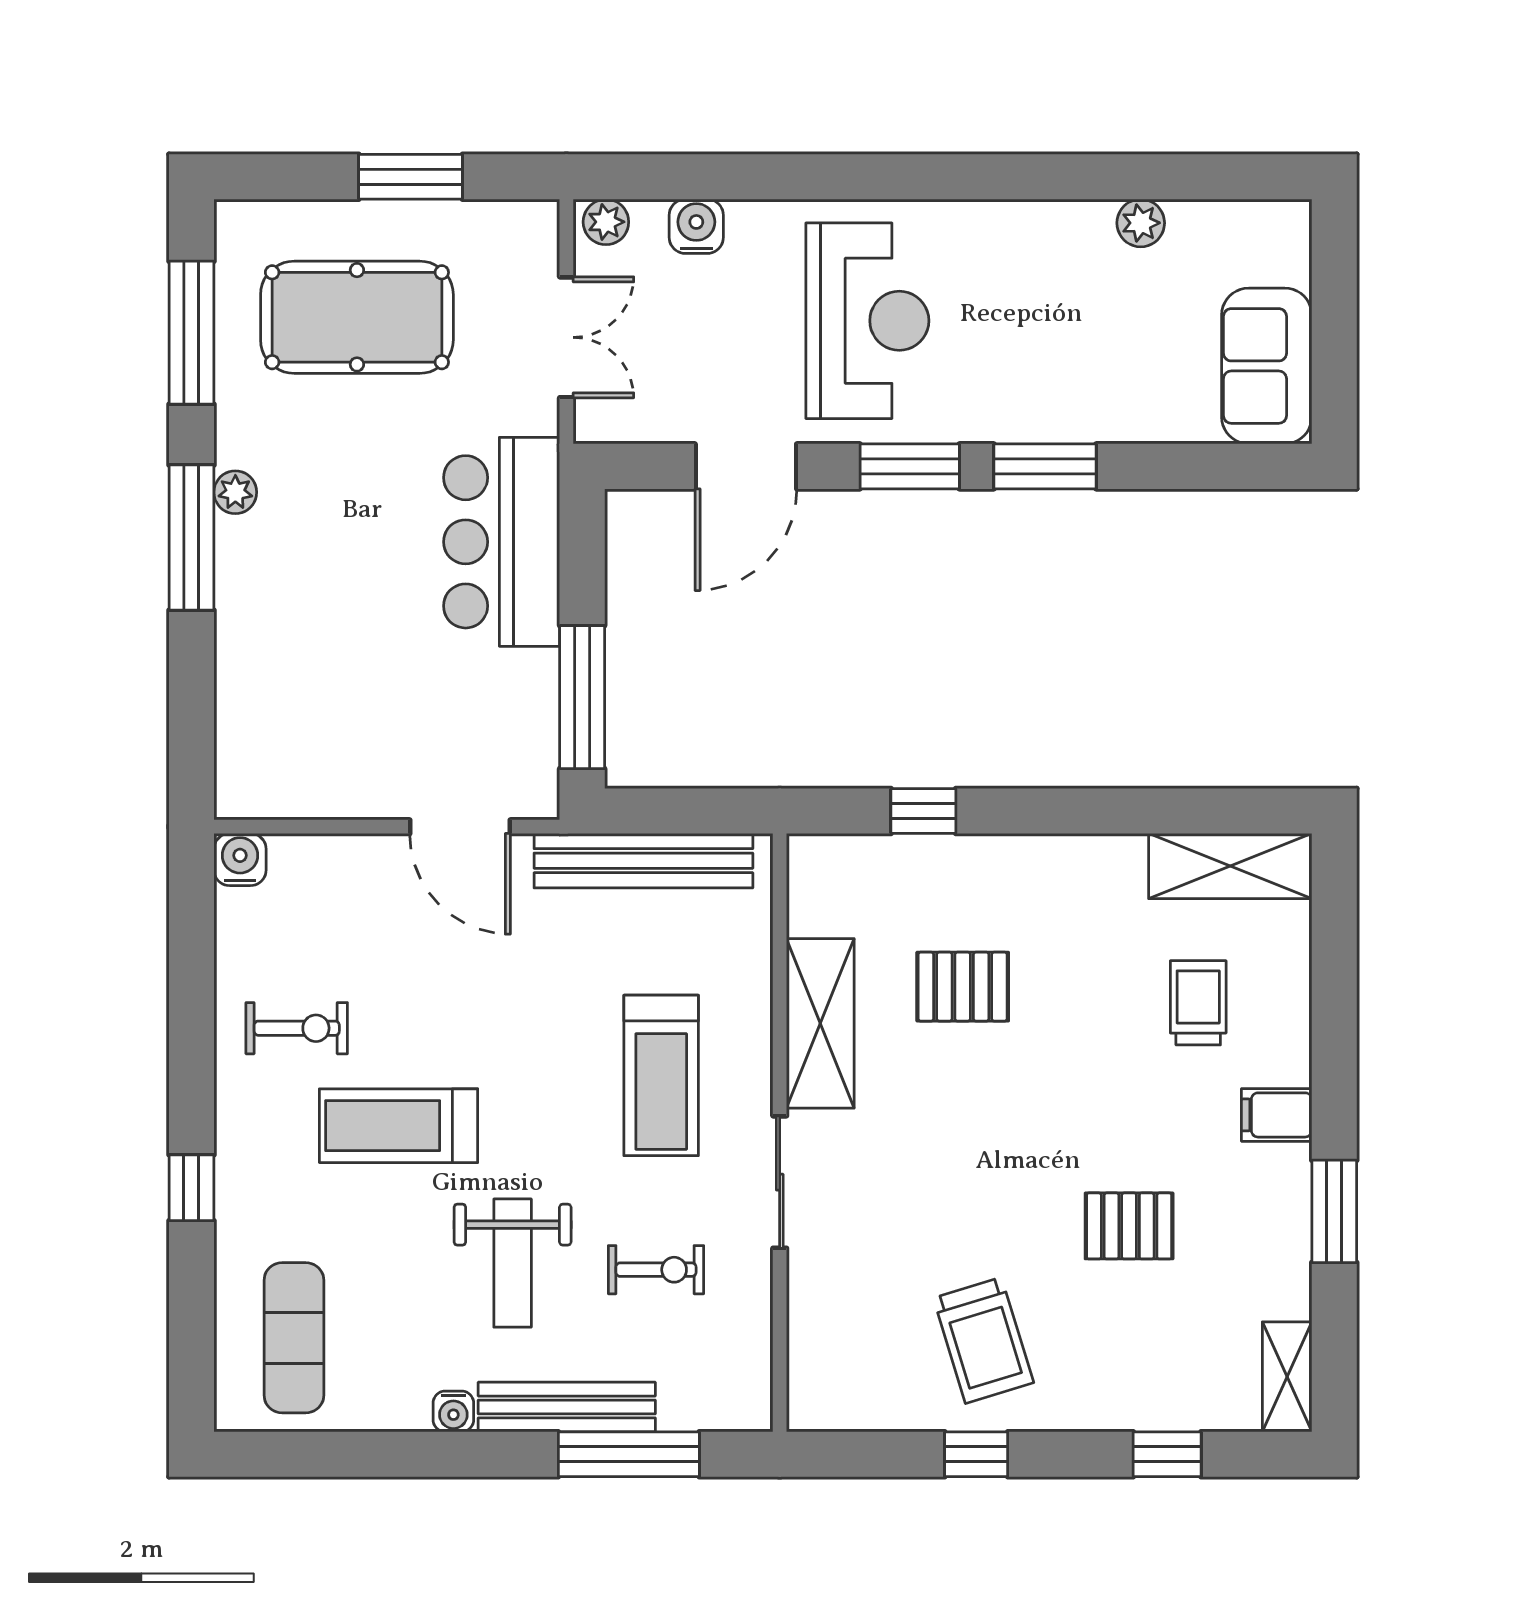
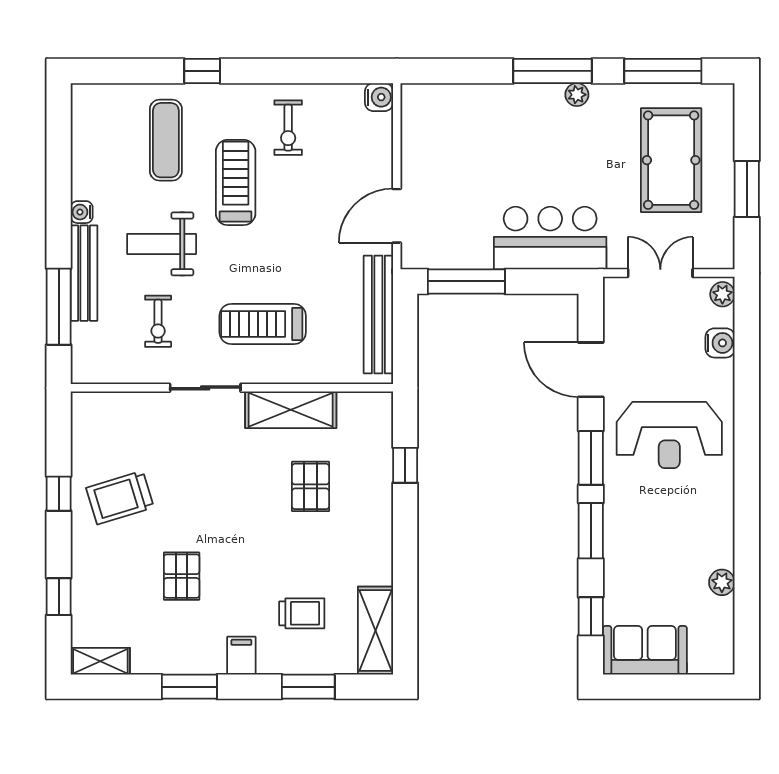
double door: (566, 337) -> (660, 273), swing flipped
window: (1204, 466) -> (591, 616), added
window: (1334, 991) -> (308, 687), added
exercise mat: (294, 1338) -> (166, 140), moved, turned 90

